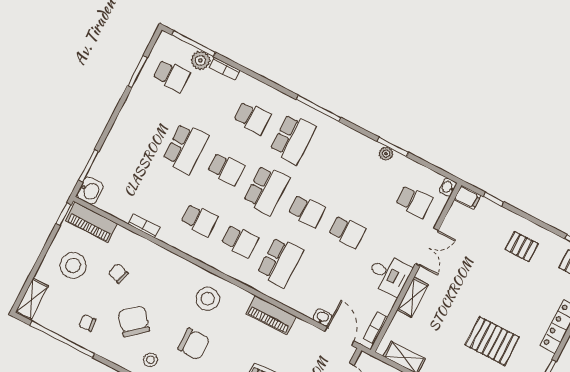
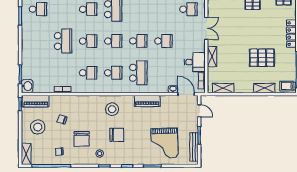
school desk: (266, 190) -> (113, 41), width x0.54
desk: (389, 274) -> (195, 62), moved
chair: (134, 321) -> (82, 139), turned -140

